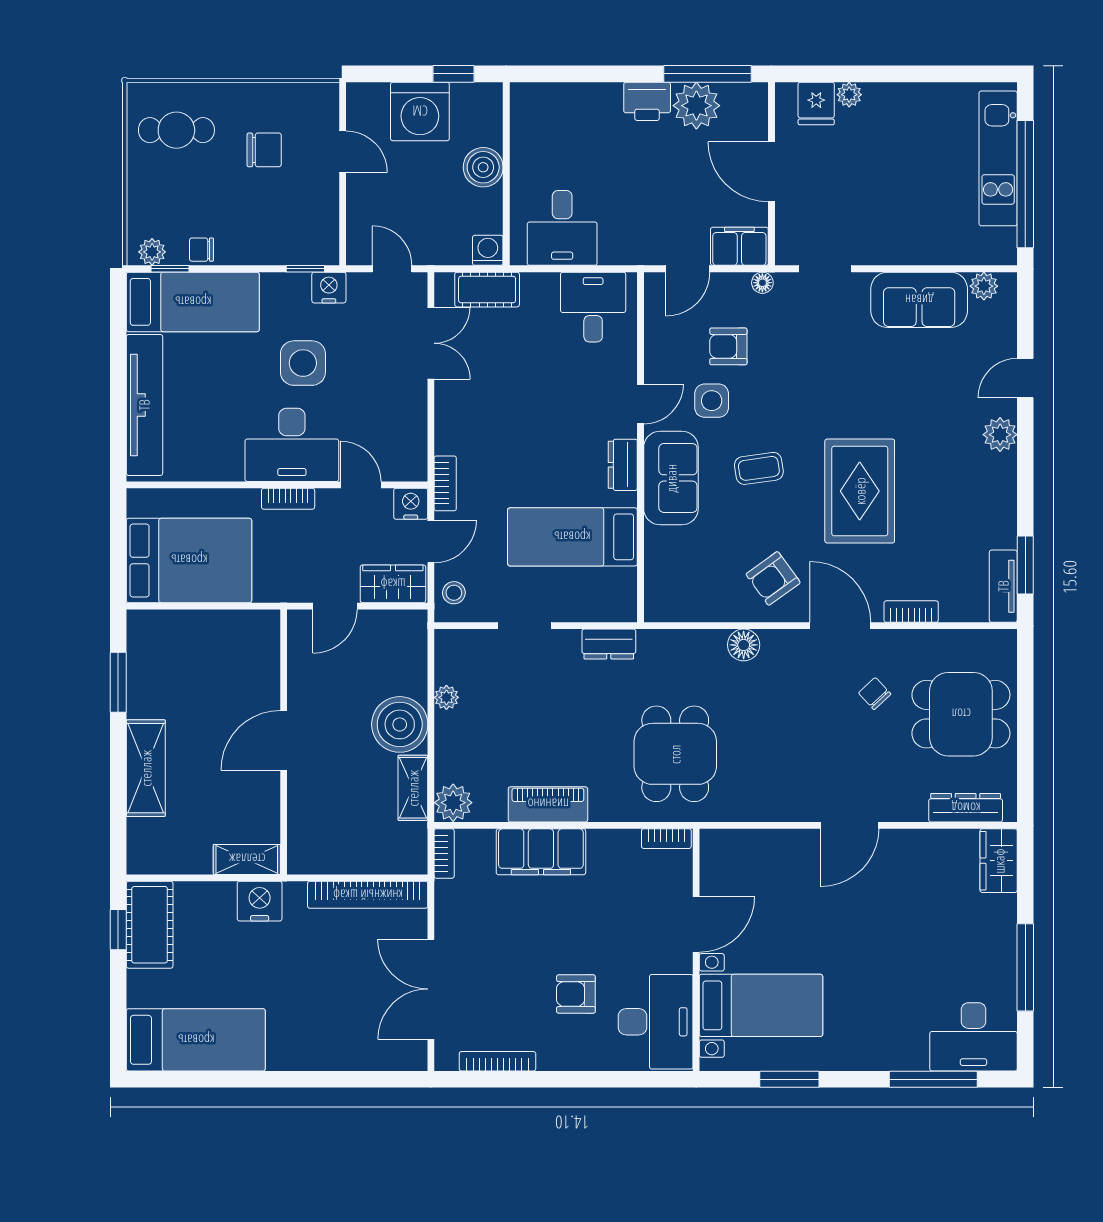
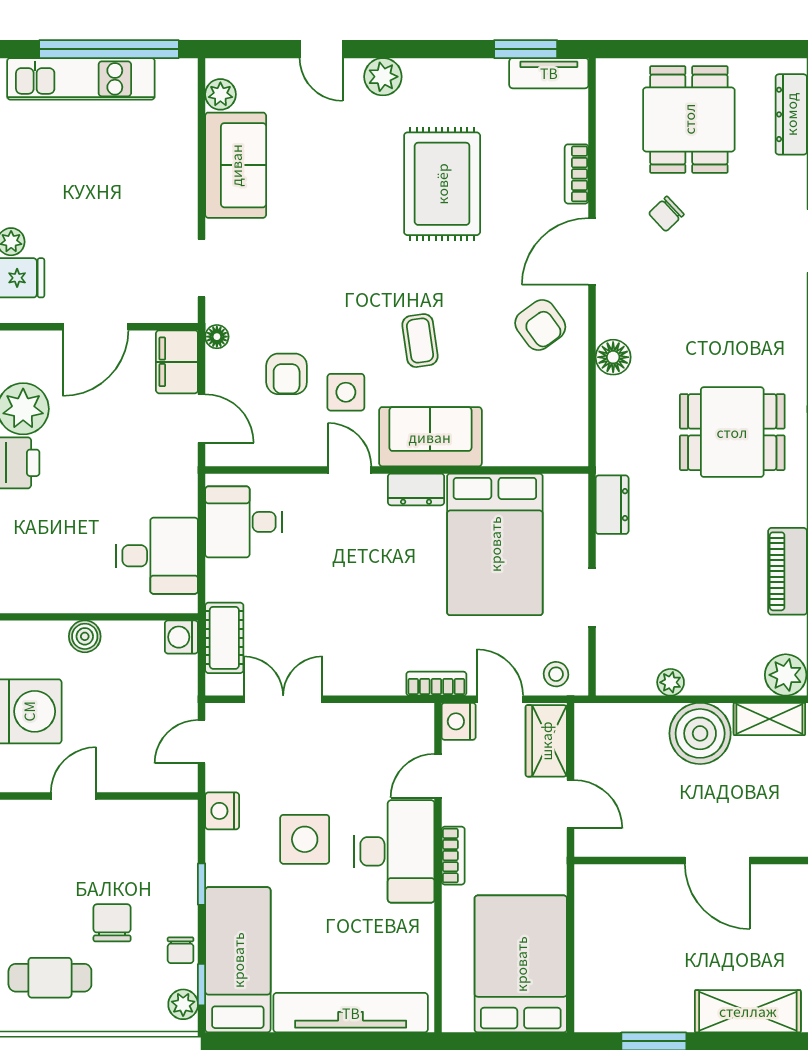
cafe table: (176, 130) -> (50, 978), turned 90
chair: (264, 150) -> (112, 923), moved
boiler: (483, 167) -> (85, 636), width x0.73, depth x0.73
window: (305, 269) -> (202, 884), moved
rug: (860, 491) -> (442, 184), moved, turned 90
bed: (572, 537) -> (495, 544), width x1.50

